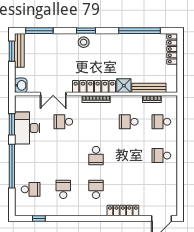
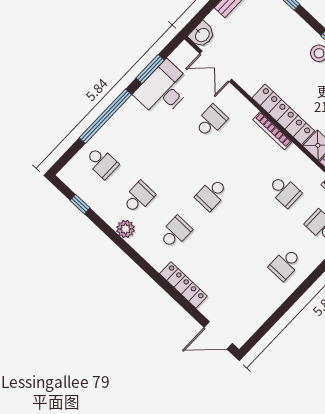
double door: (53, 94) -> (216, 66), moved
school desk: (63, 122) -> (211, 121), turned 90
school desk: (129, 122) -> (285, 191), turned 180
school desk: (161, 156) -> (285, 264), turned -90
plant: (71, 210) -> (125, 229), added

